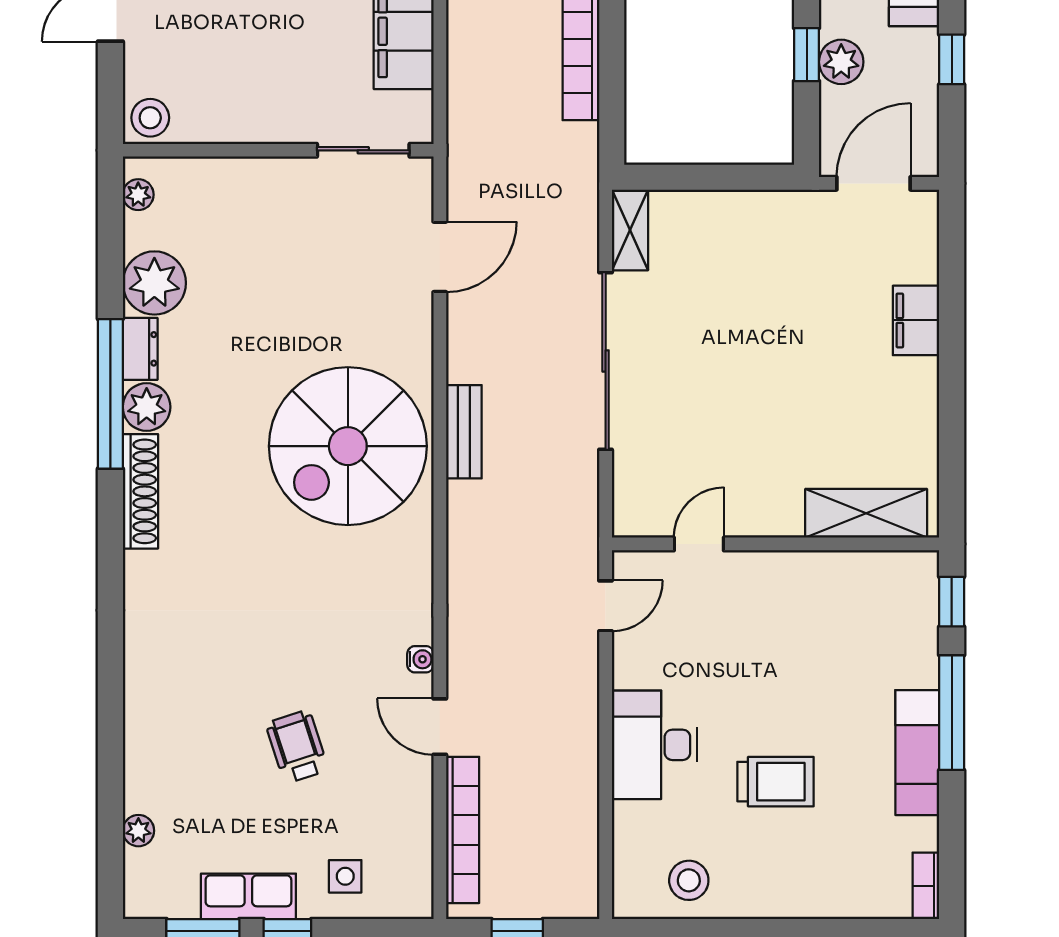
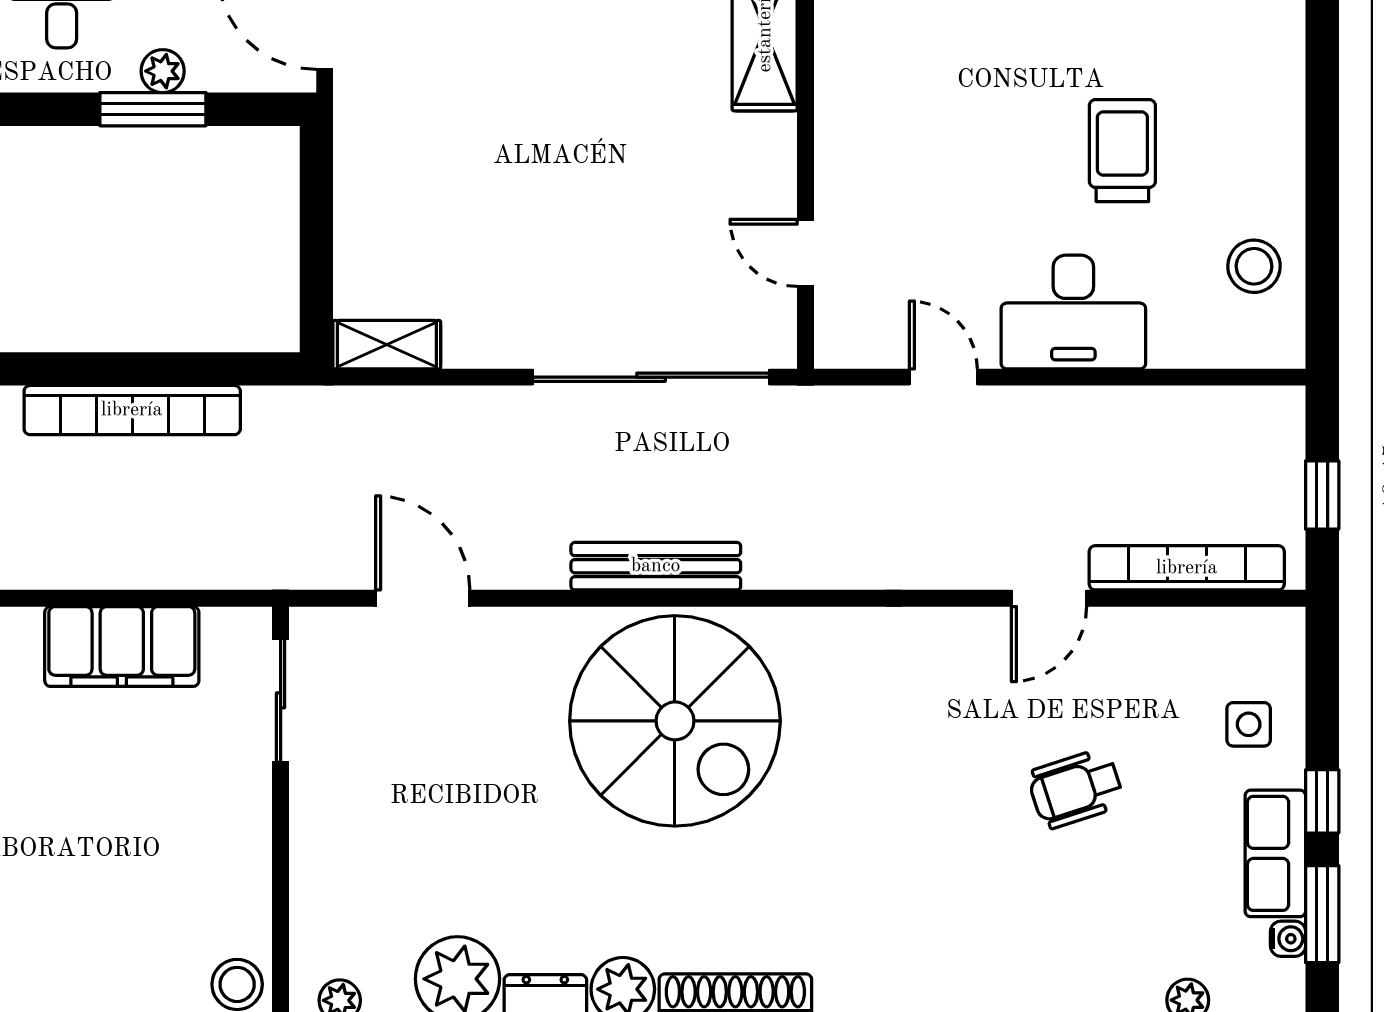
window: (807, 55) -> (153, 109), width x1.50
plant: (841, 62) -> (163, 71), width x0.73, depth x0.73
sliding door: (606, 361) -> (651, 377), moved
bench: (464, 432) -> (656, 566), width x1.36
door: (606, 606) -> (943, 377), moved
water cooler: (420, 659) -> (1288, 939), moved, turned 90

